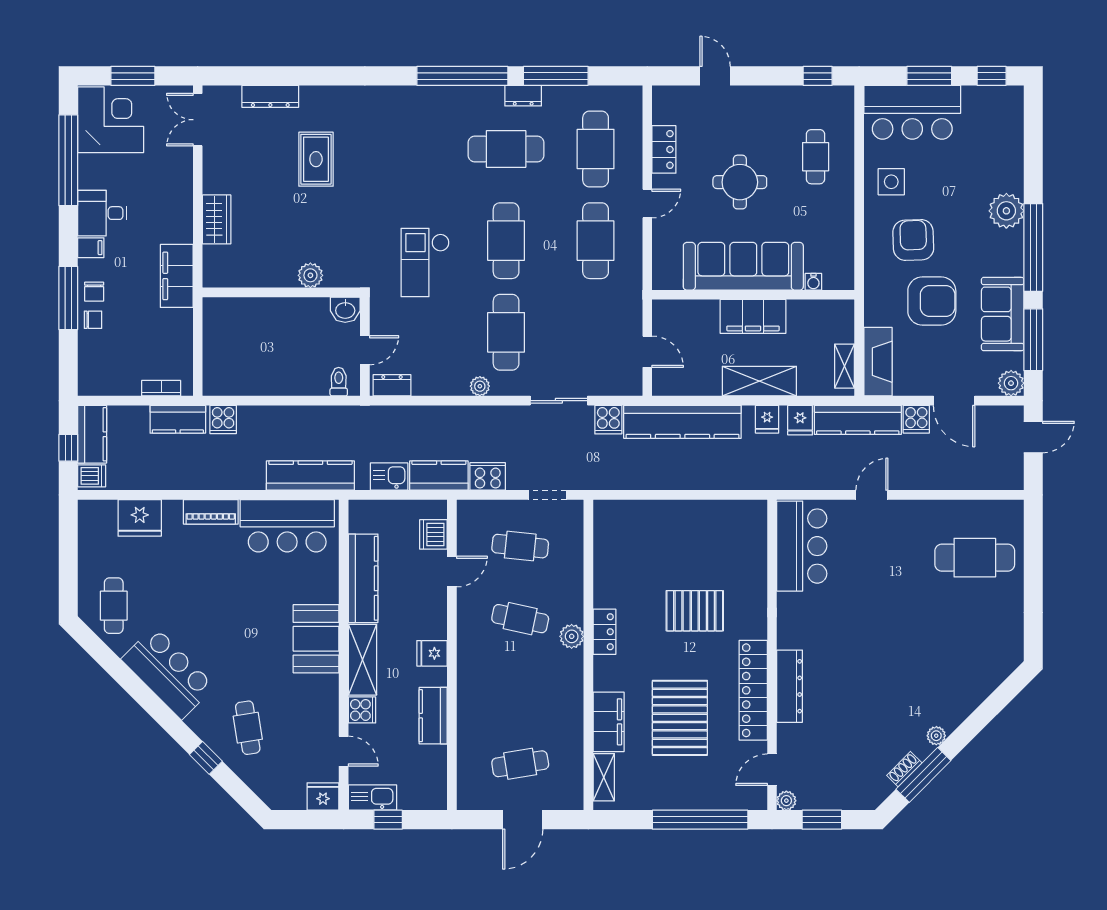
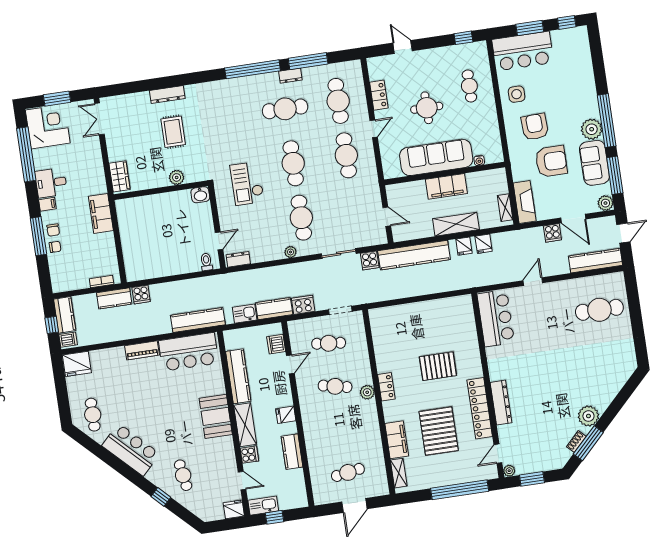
dresser: (270, 96) -> (167, 95), moved
plant: (1006, 211) -> (592, 129), moved
plant: (310, 275) -> (177, 177), moved
wall: (281, 292) -> (161, 190), moved
washbasin: (345, 310) -> (200, 195), moved
kitchen counter: (858, 420) -> (595, 261), moved, turned 180
fridge: (140, 518) -> (77, 364), moved
plant: (936, 736) -> (588, 416), width x1.87, depth x1.87

